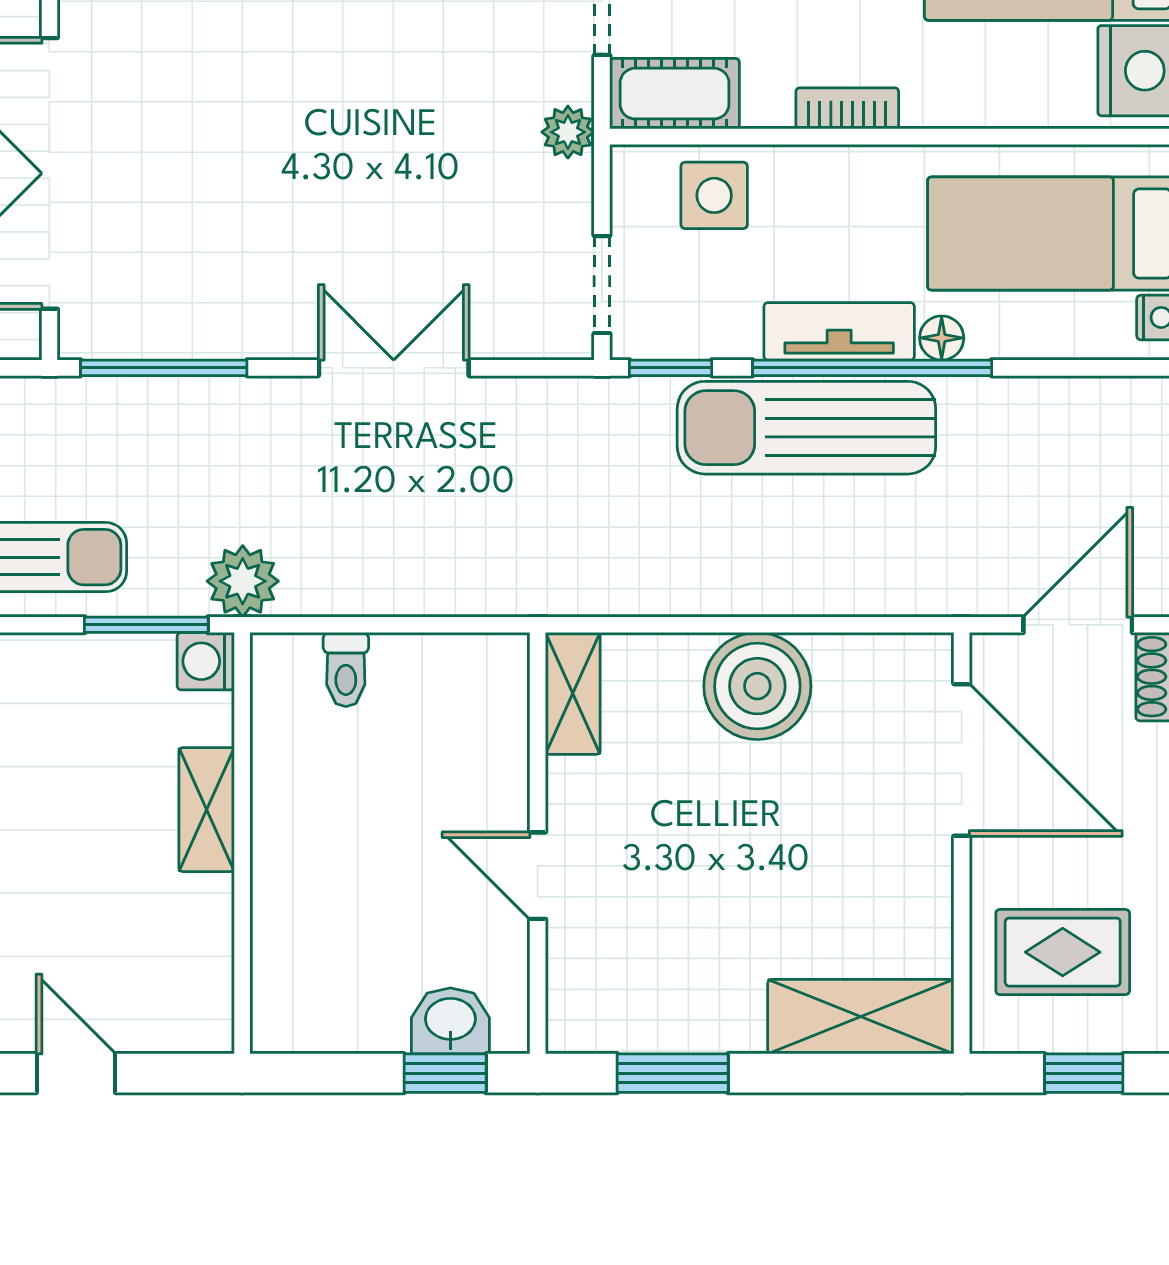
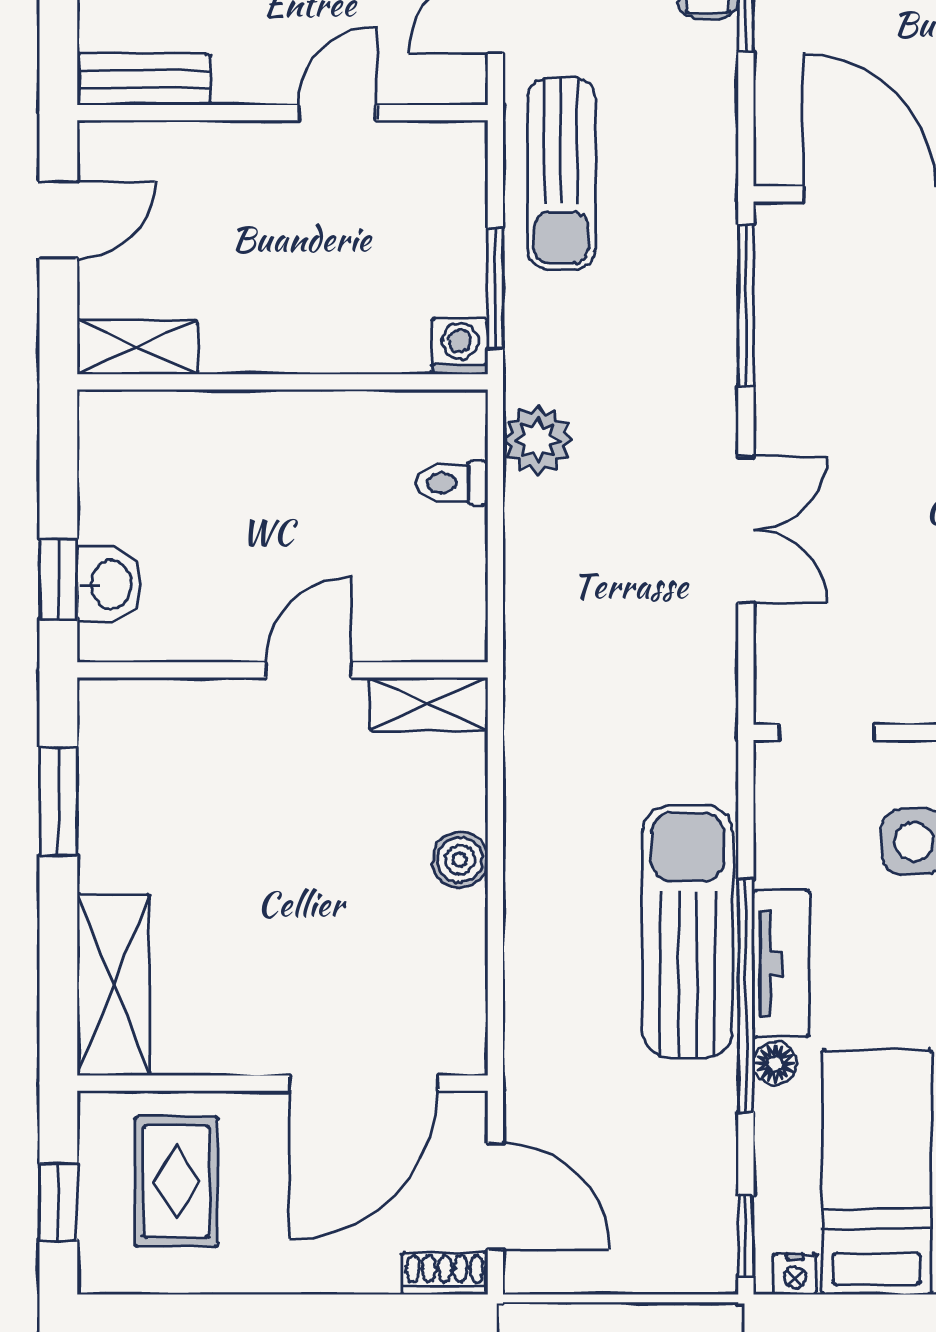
window: (671, 368) -> (746, 1236), moved
plant: (243, 581) -> (538, 440), moved
boiler: (757, 686) -> (460, 860), width x0.54, depth x0.54
shelving: (207, 810) -> (137, 347), moved
door: (538, 876) -> (309, 670), moved

